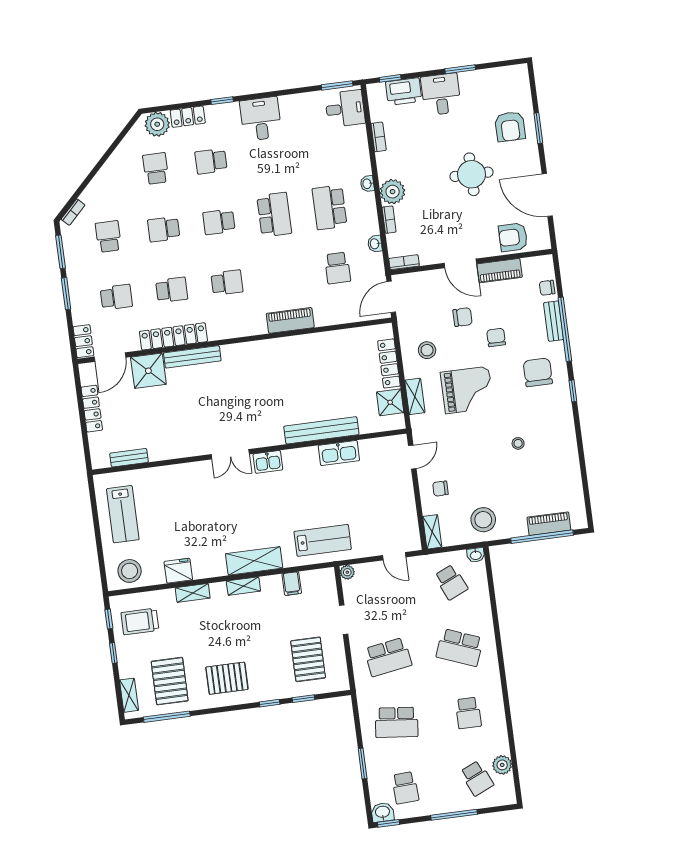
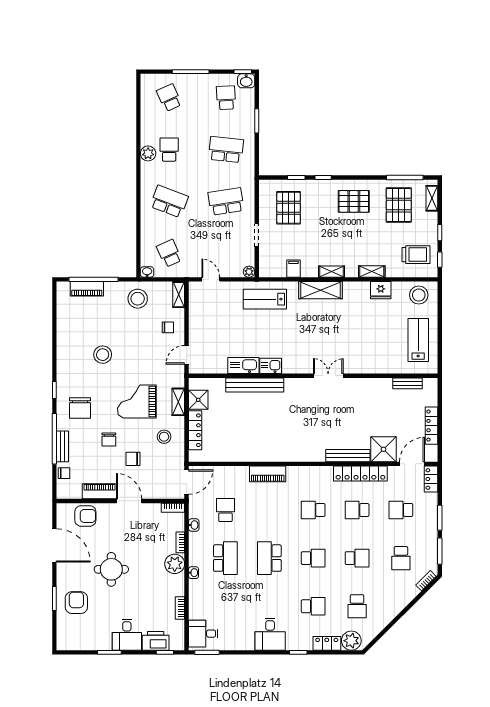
stool: (518, 443) -> (103, 355), width x1.89, depth x1.89
kitchen sink: (268, 462) -> (271, 366), moved
plant: (502, 765) -> (148, 153), moved

